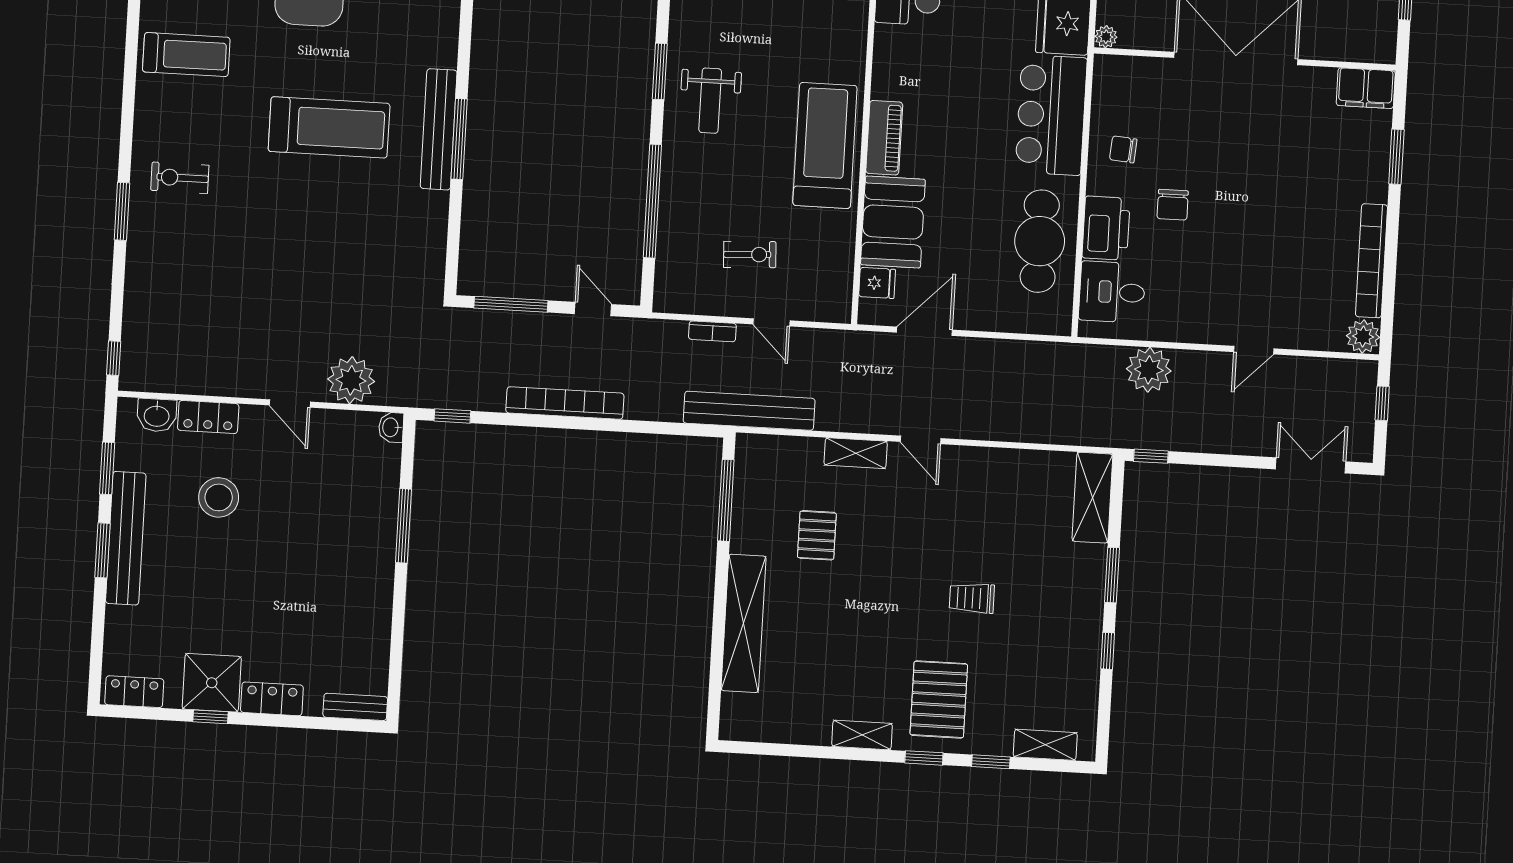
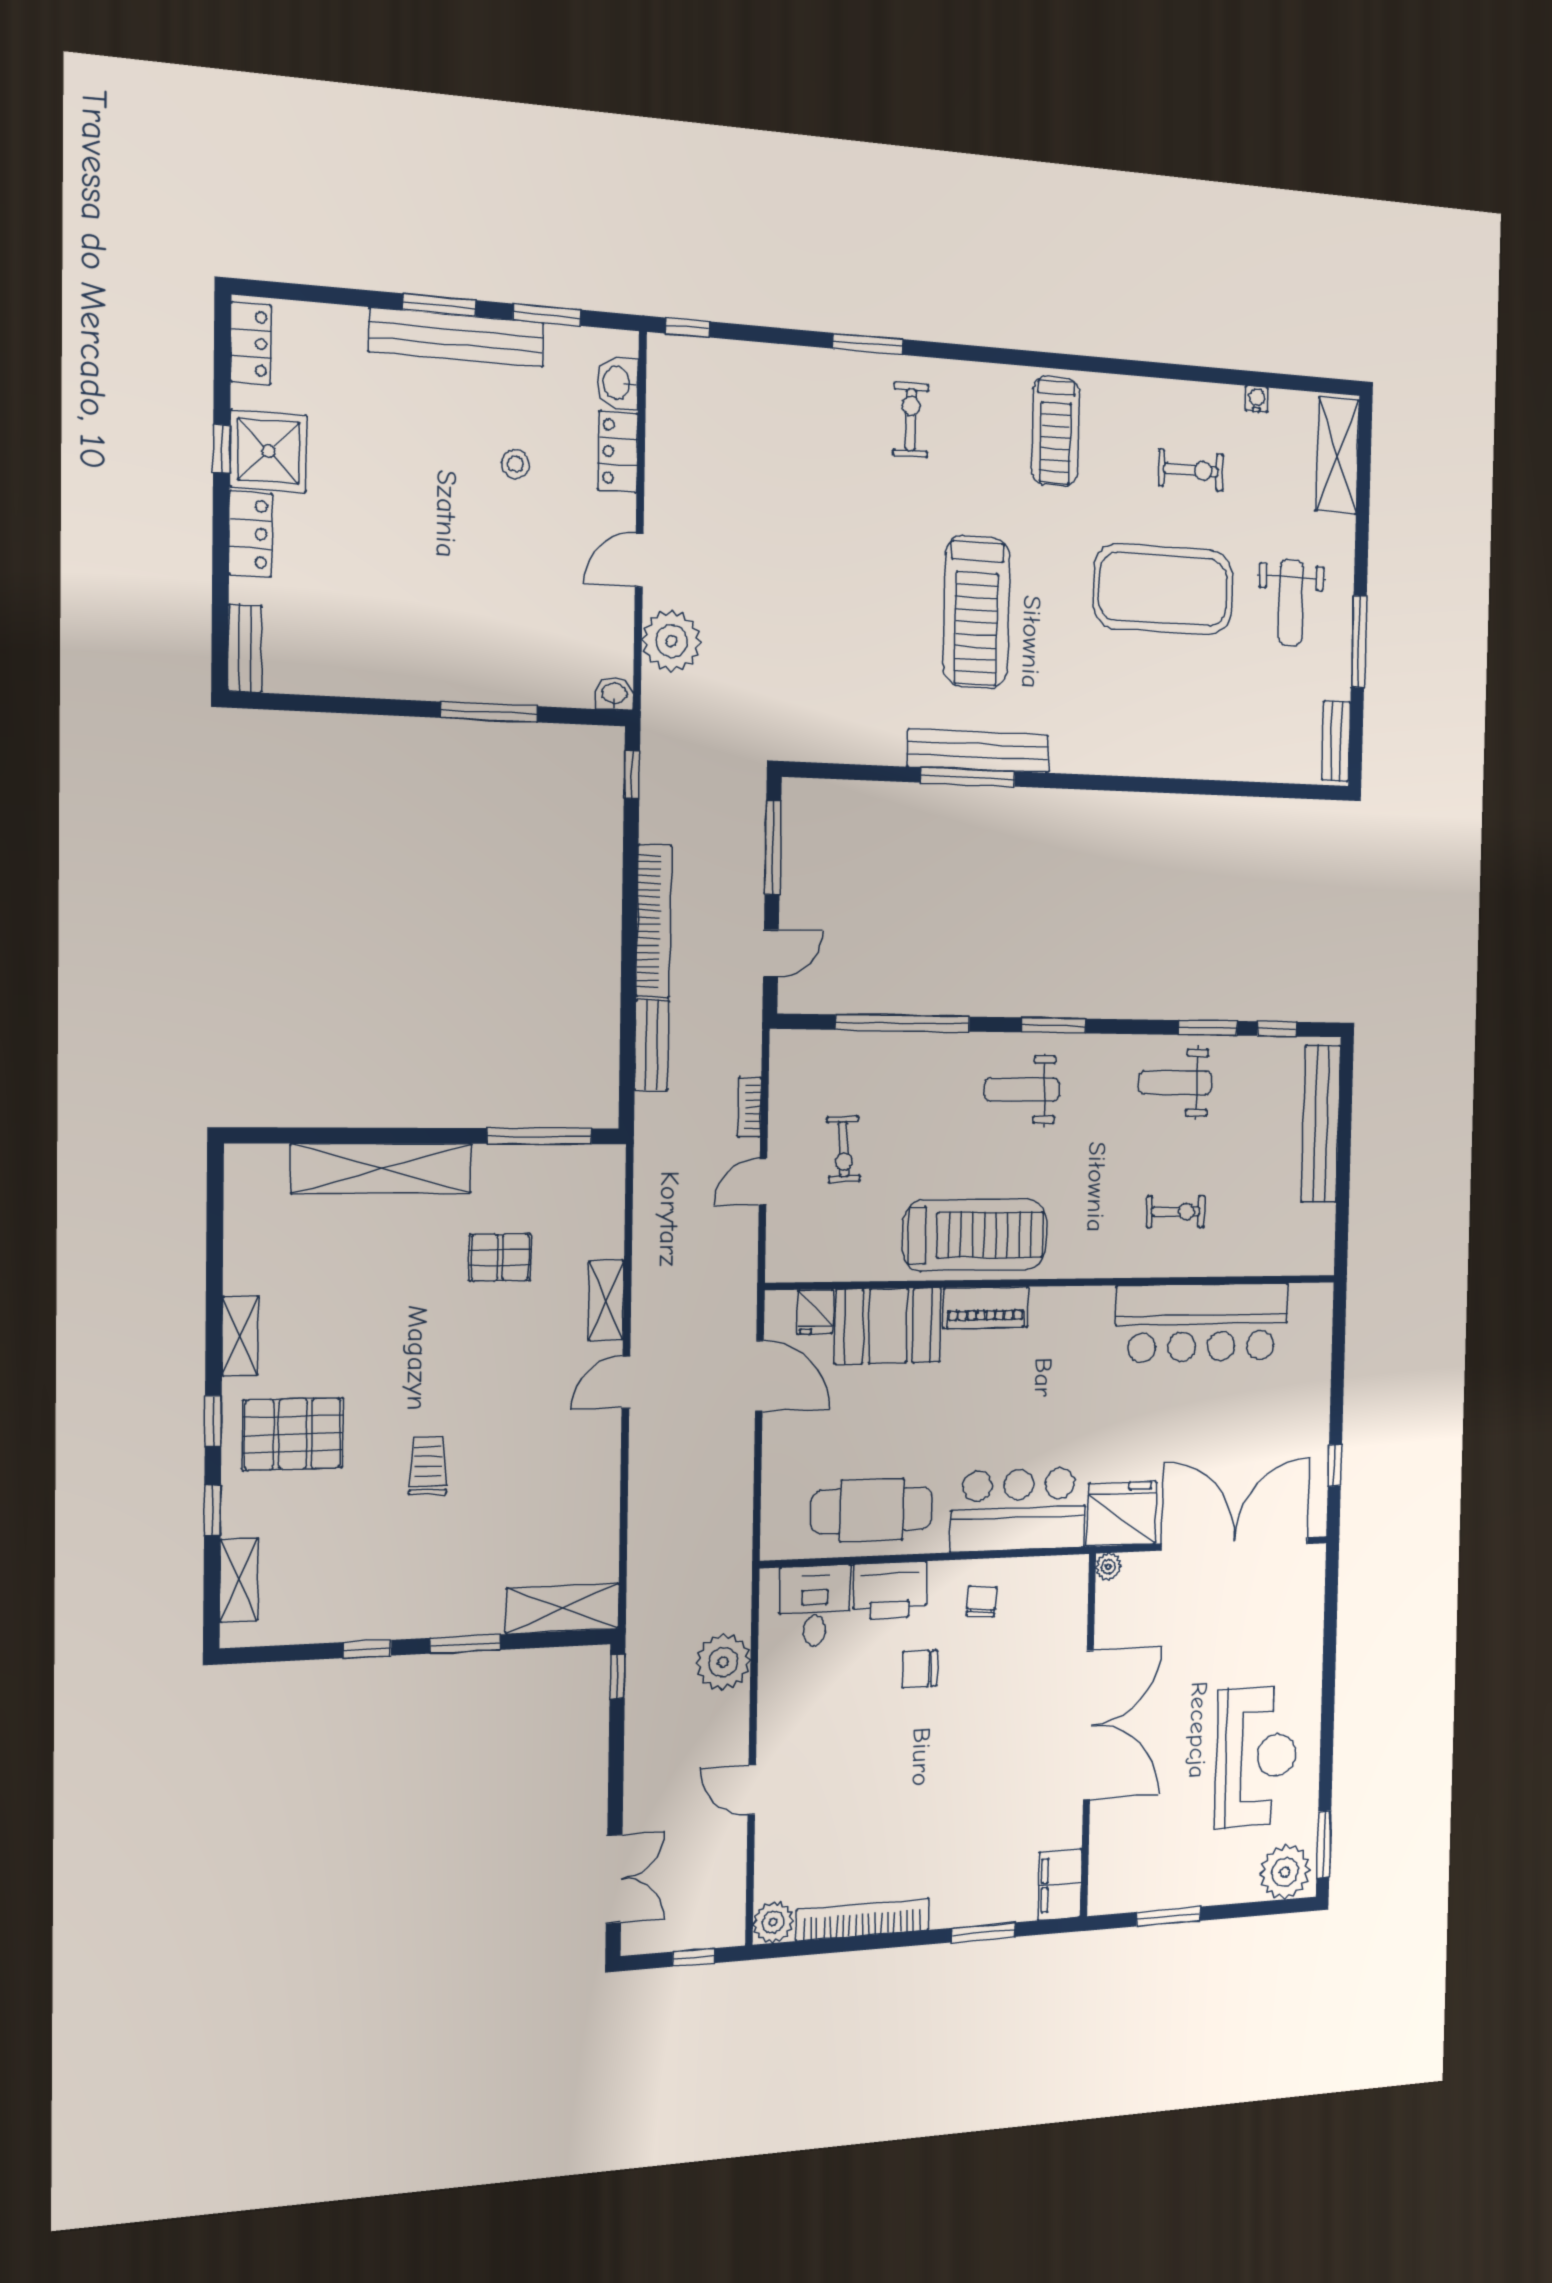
bench: (749, 411) -> (652, 1045), moved, width x0.54, depth x0.82
stool: (219, 497) -> (515, 464), width x0.53, depth x0.53

